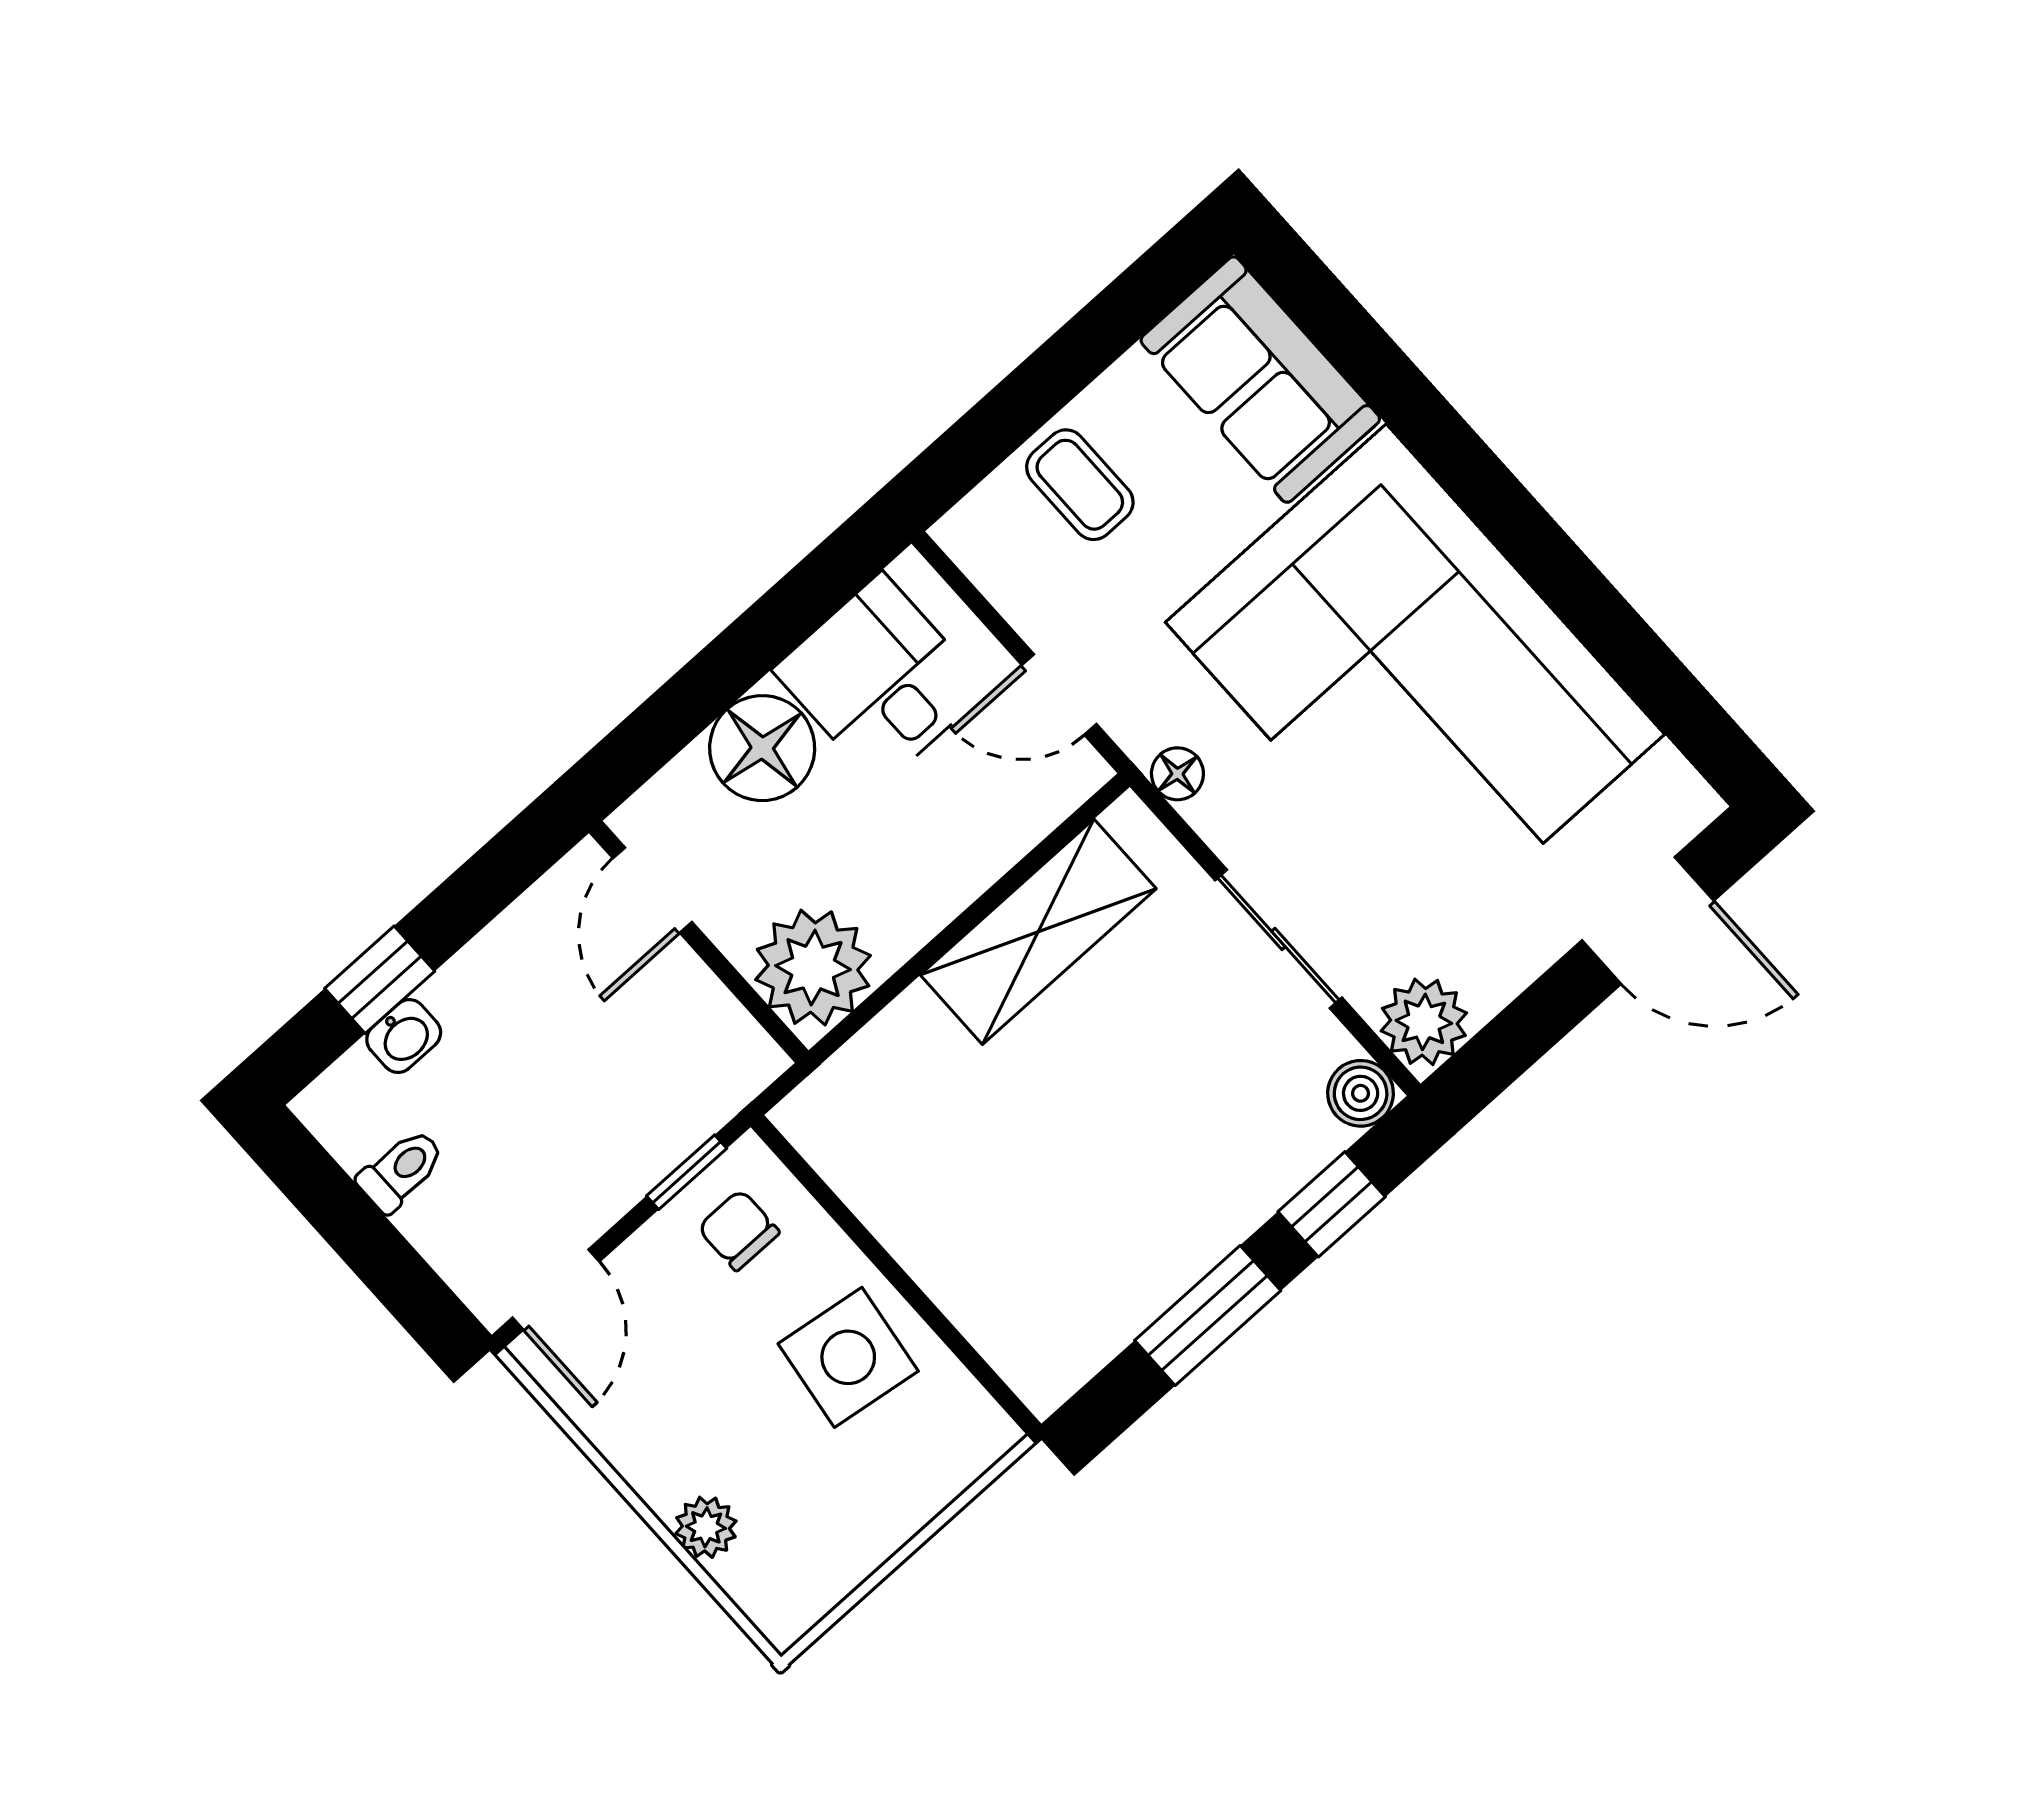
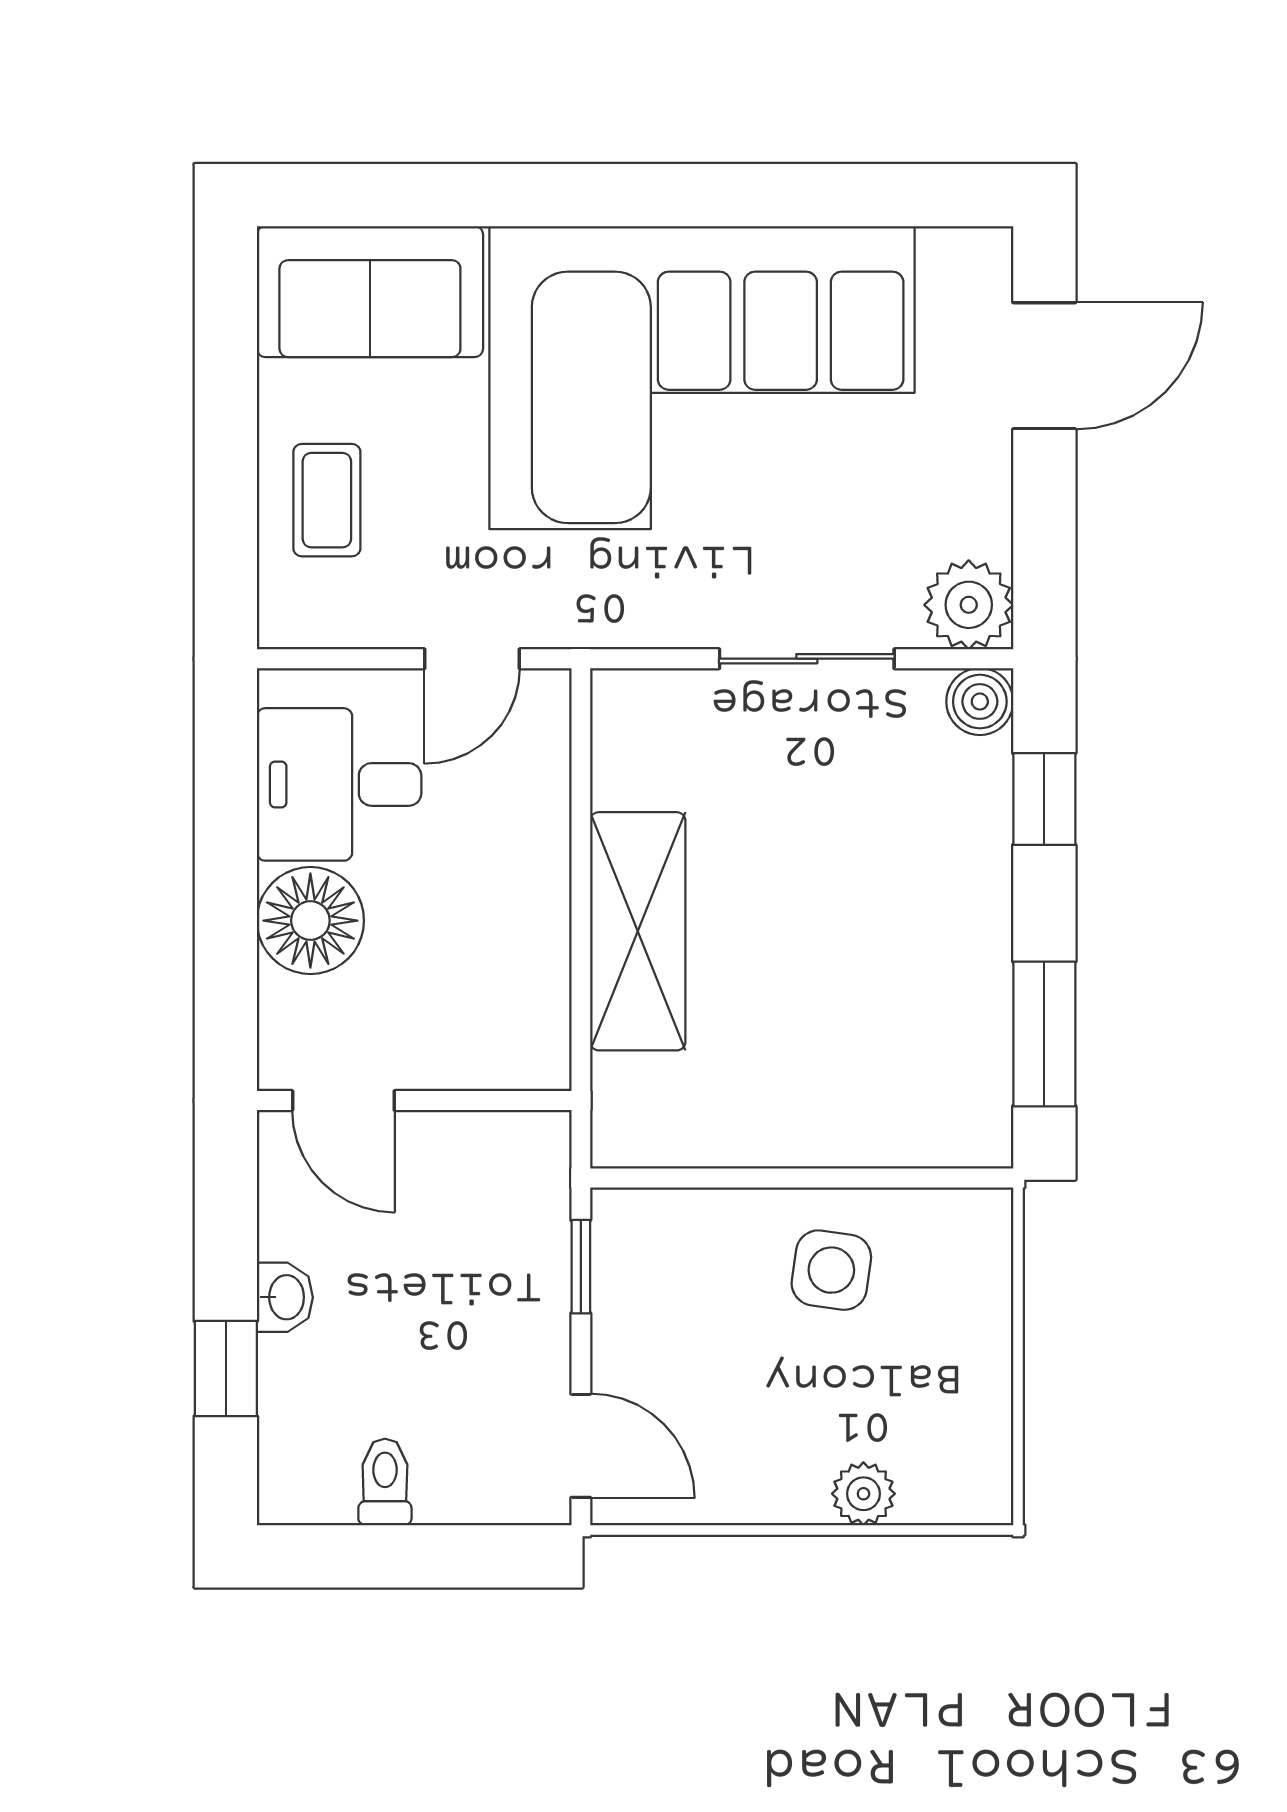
coffee table: (1080, 485) -> (327, 500), turned 90
floor lamp: (1177, 774) -> (613, 623), removed
shelving: (1038, 932) -> (638, 931), moved
plant: (813, 968) -> (512, 1031), removed
washbasin: (404, 1036) -> (285, 1297), moved
chair: (739, 1230) -> (660, 1267), removed
window: (1208, 1315) -> (1044, 1034), moved
side table: (848, 1357) -> (831, 1270), width x0.73, depth x0.73

